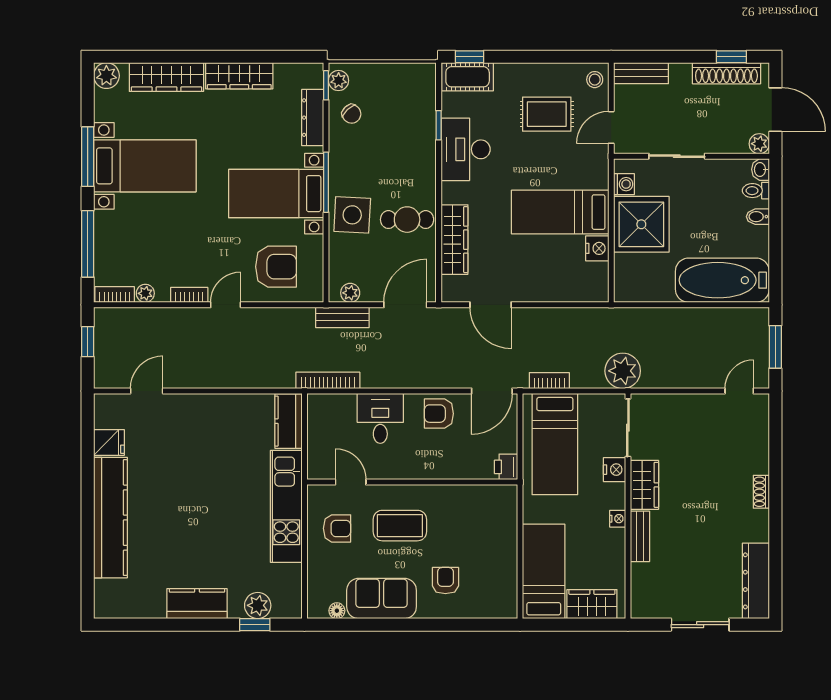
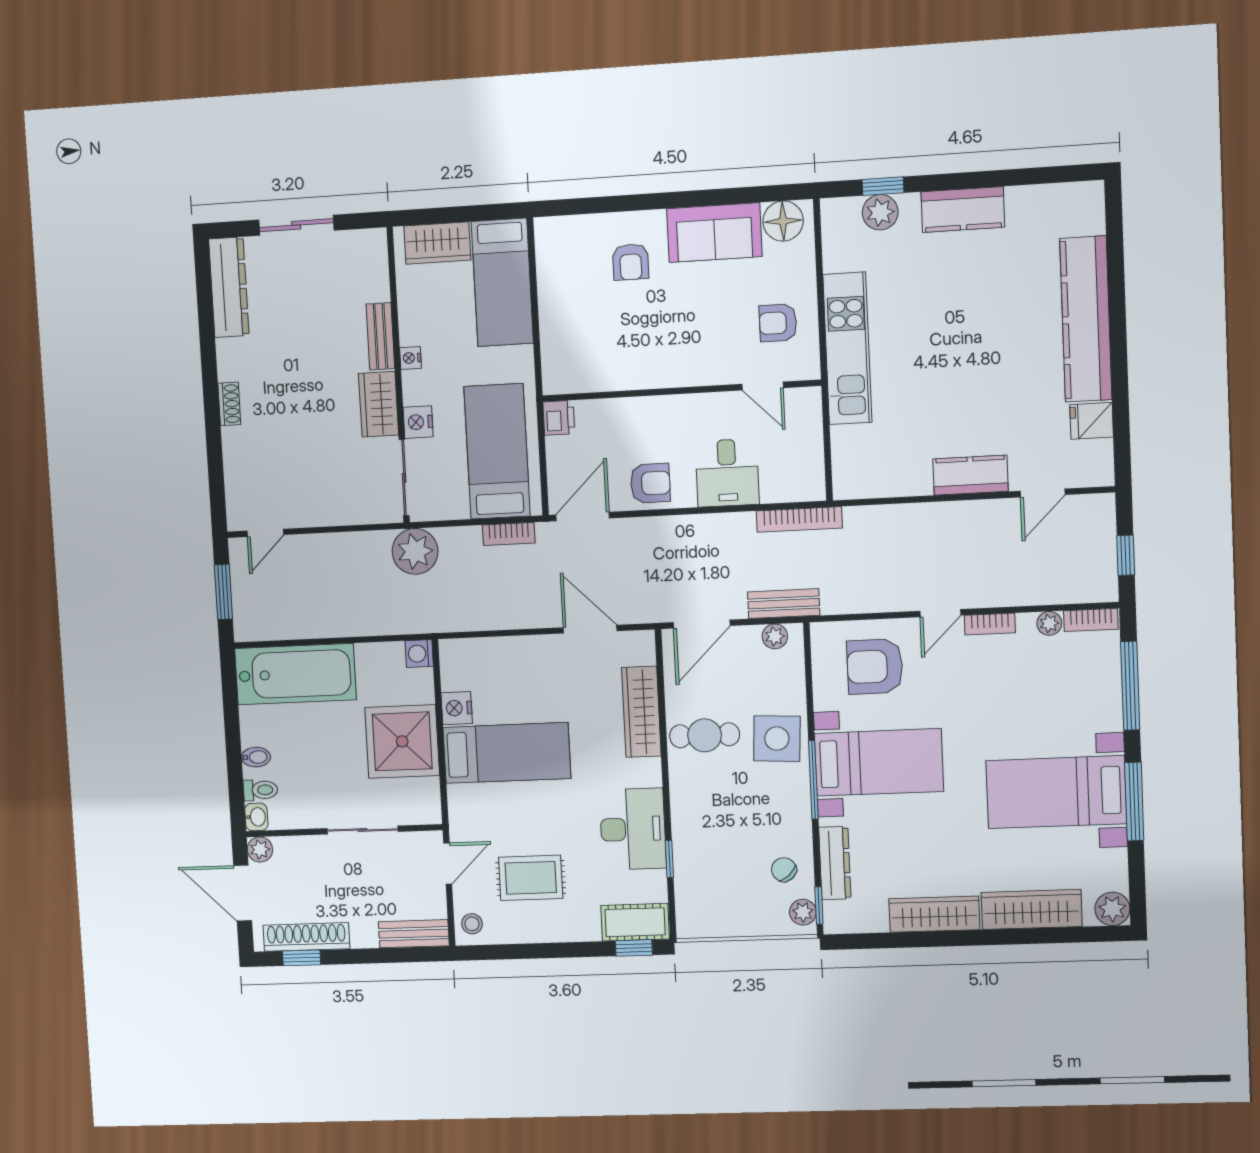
washing machine: (624, 184) -> (419, 654), moved
kitchen counter: (288, 421) -> (971, 475), moved, turned -90
coffee table: (400, 526) -> (695, 332), removed
floor lamp: (337, 611) -> (783, 221), width x1.89, depth x1.89

